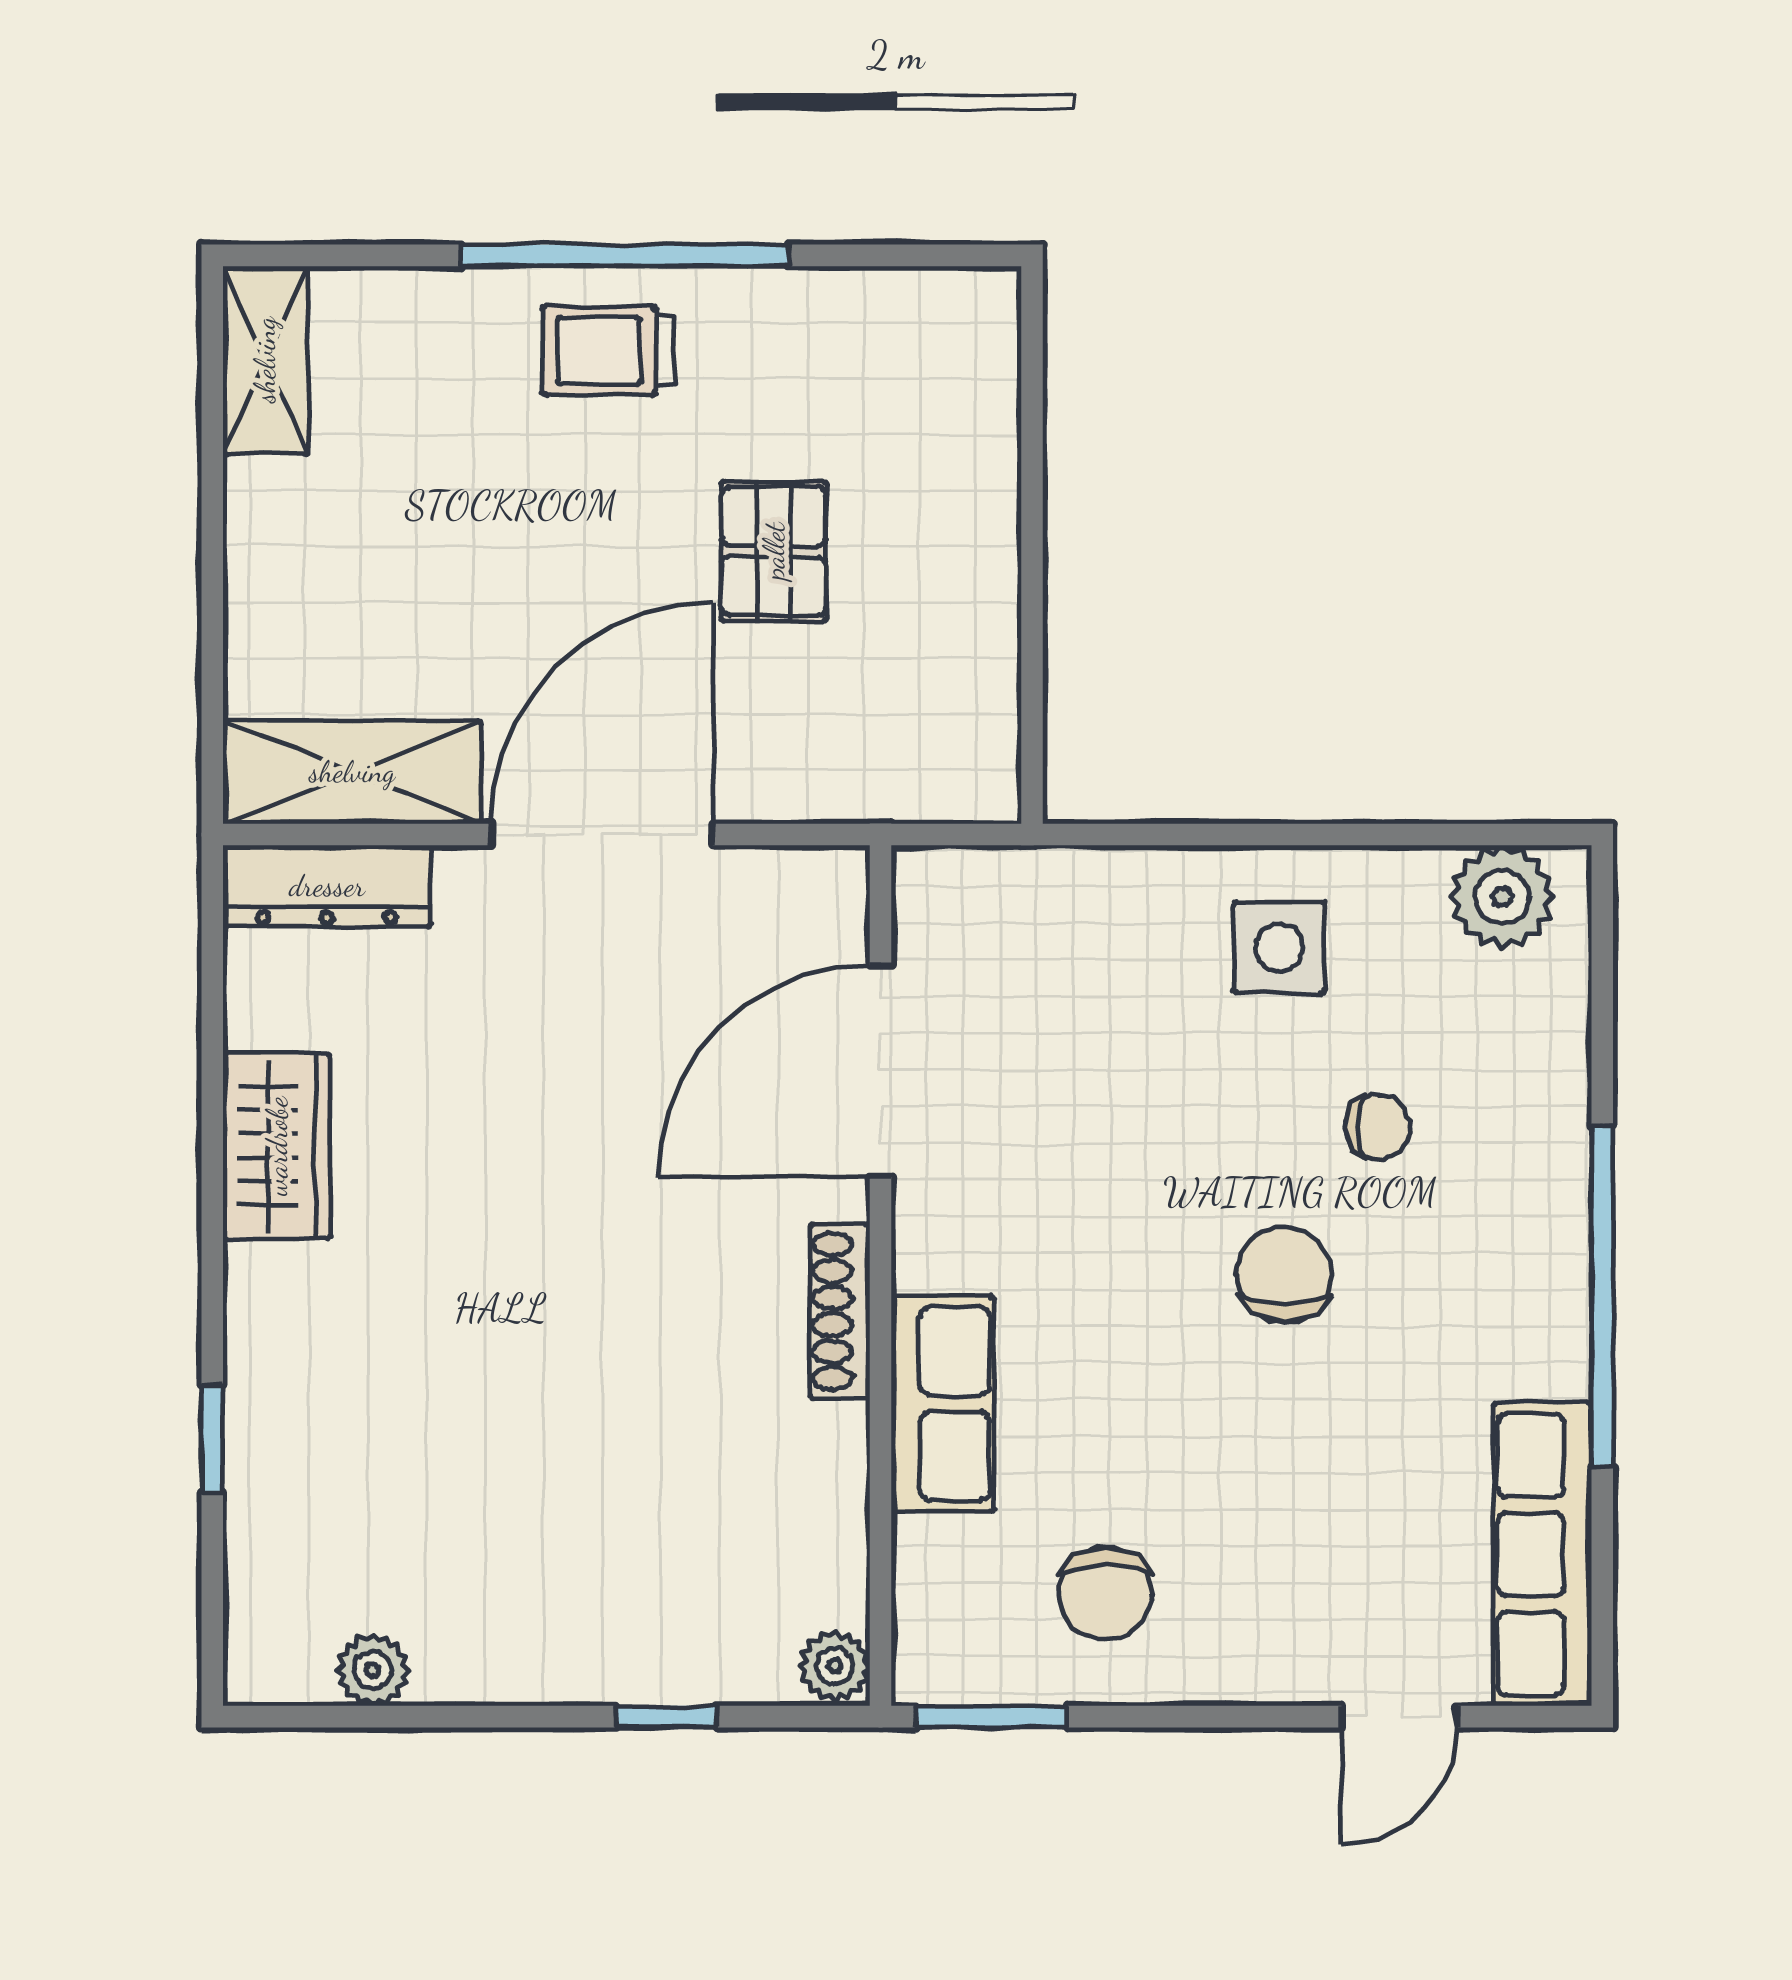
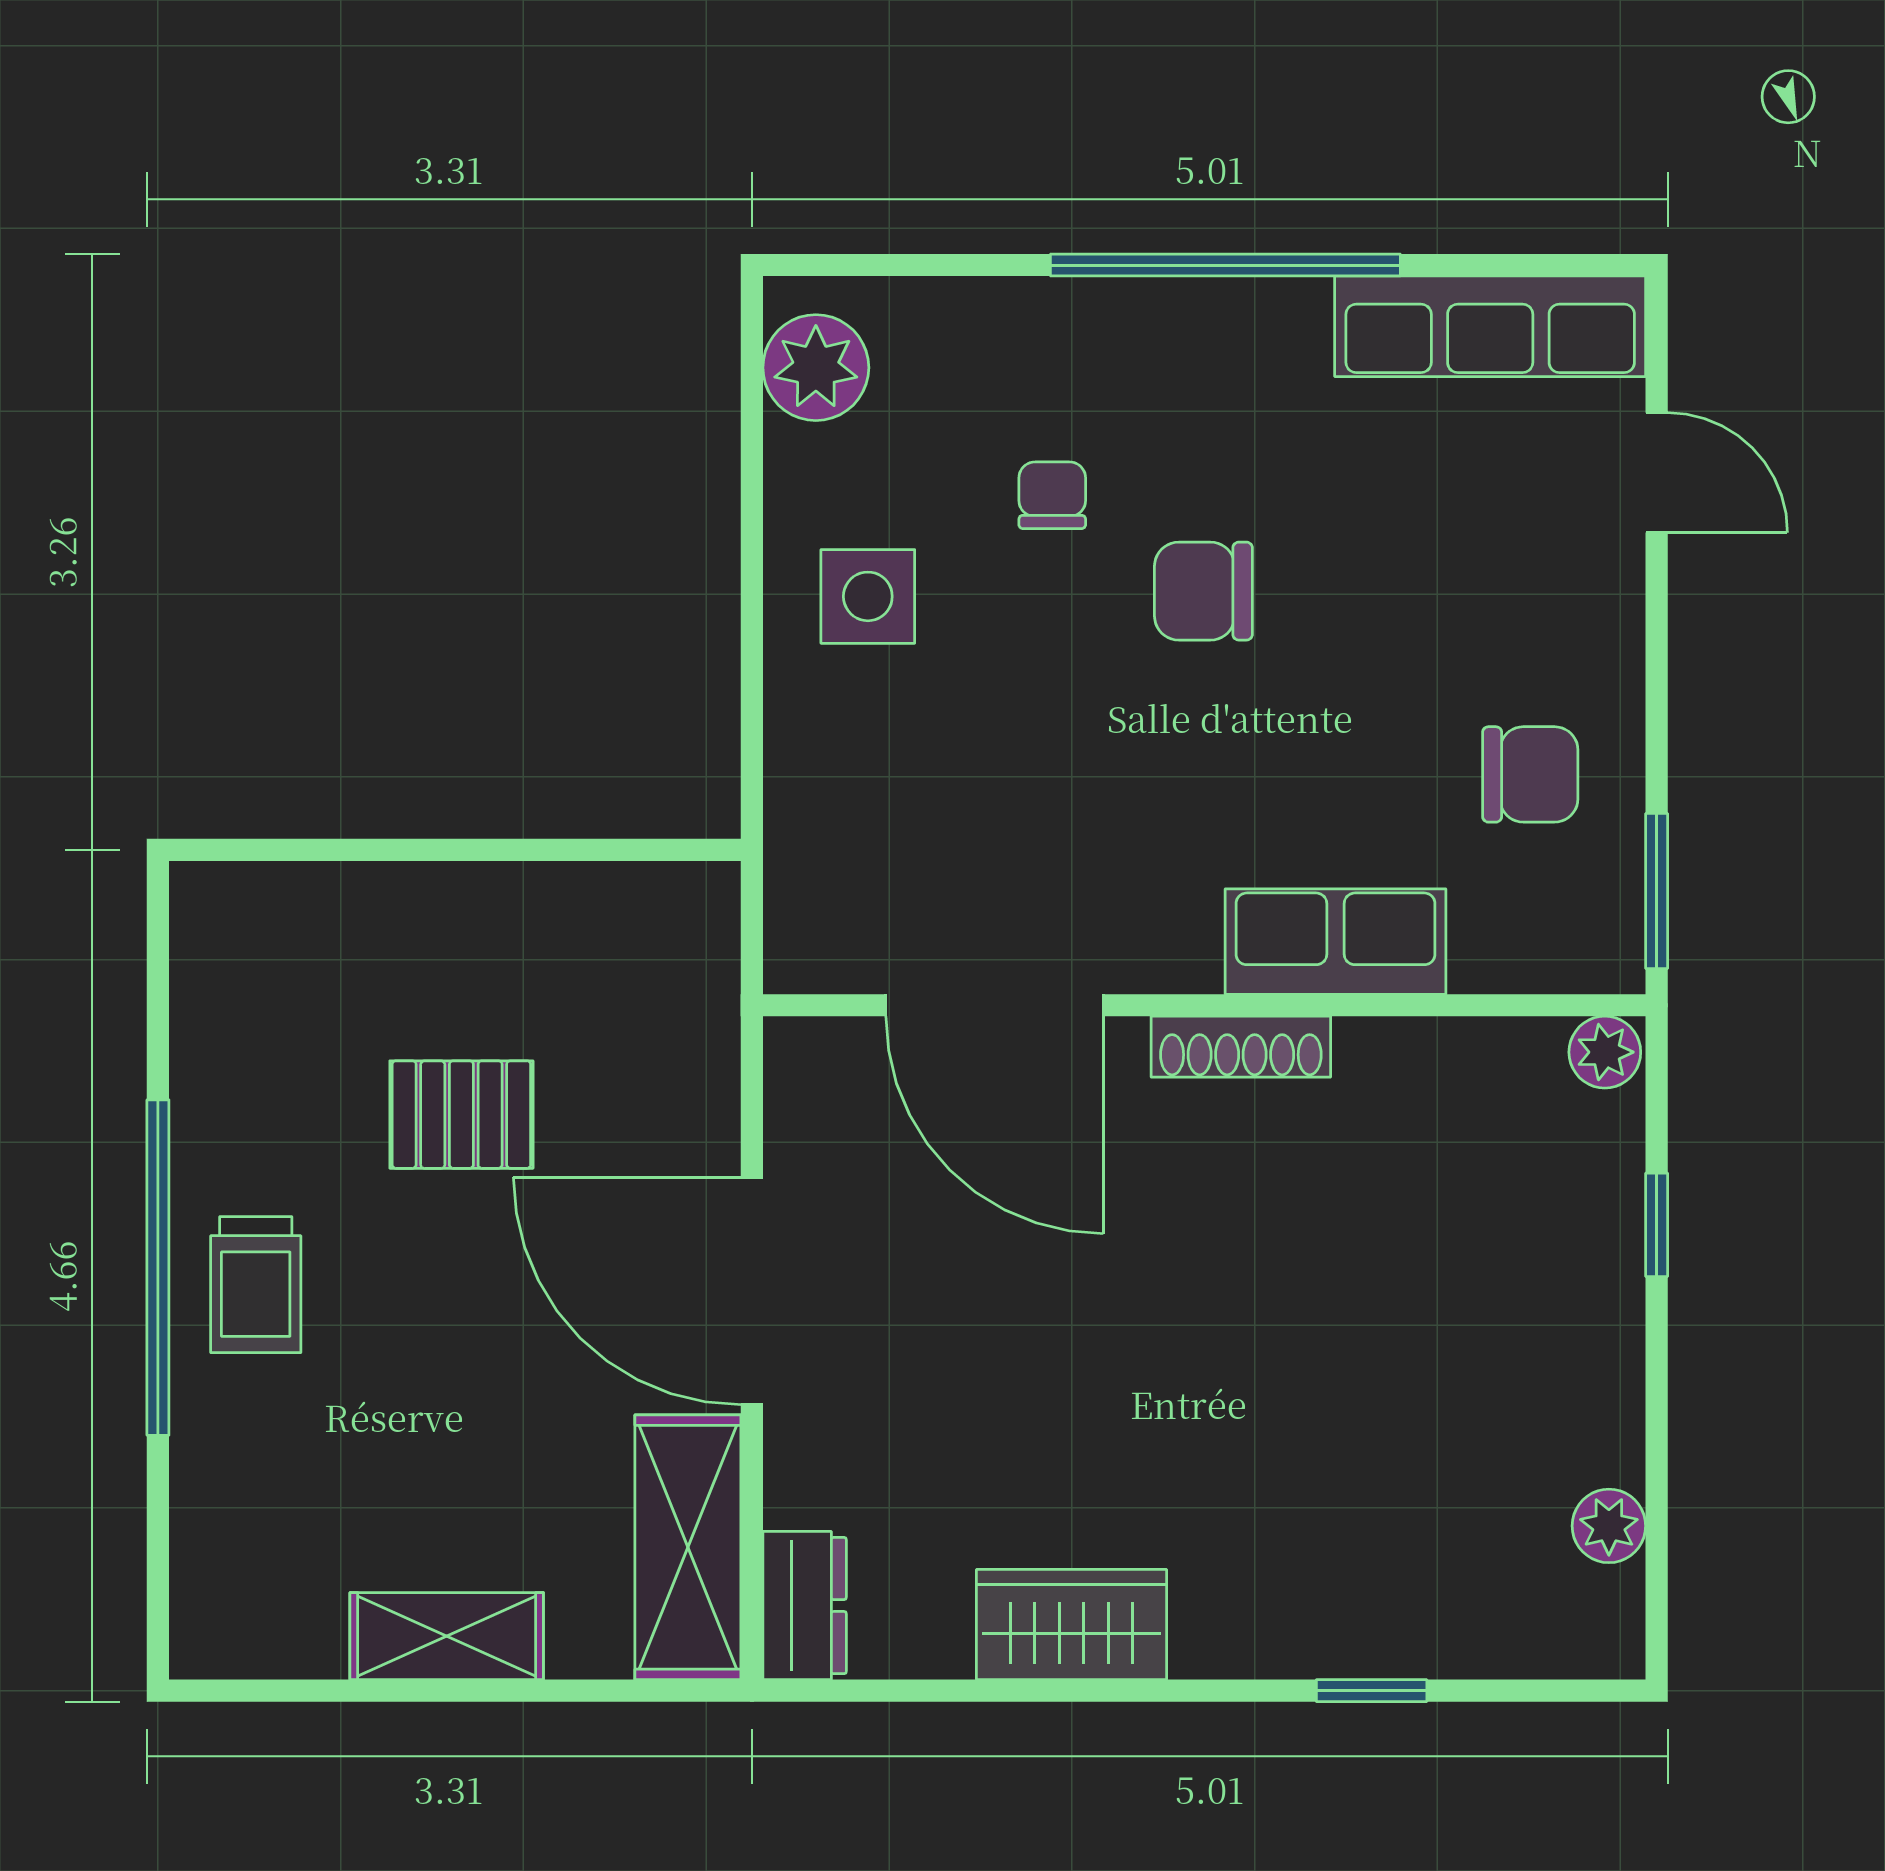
shelving: (265, 360) -> (447, 1636), moved
dresser: (327, 886) -> (805, 1606), width x0.70

